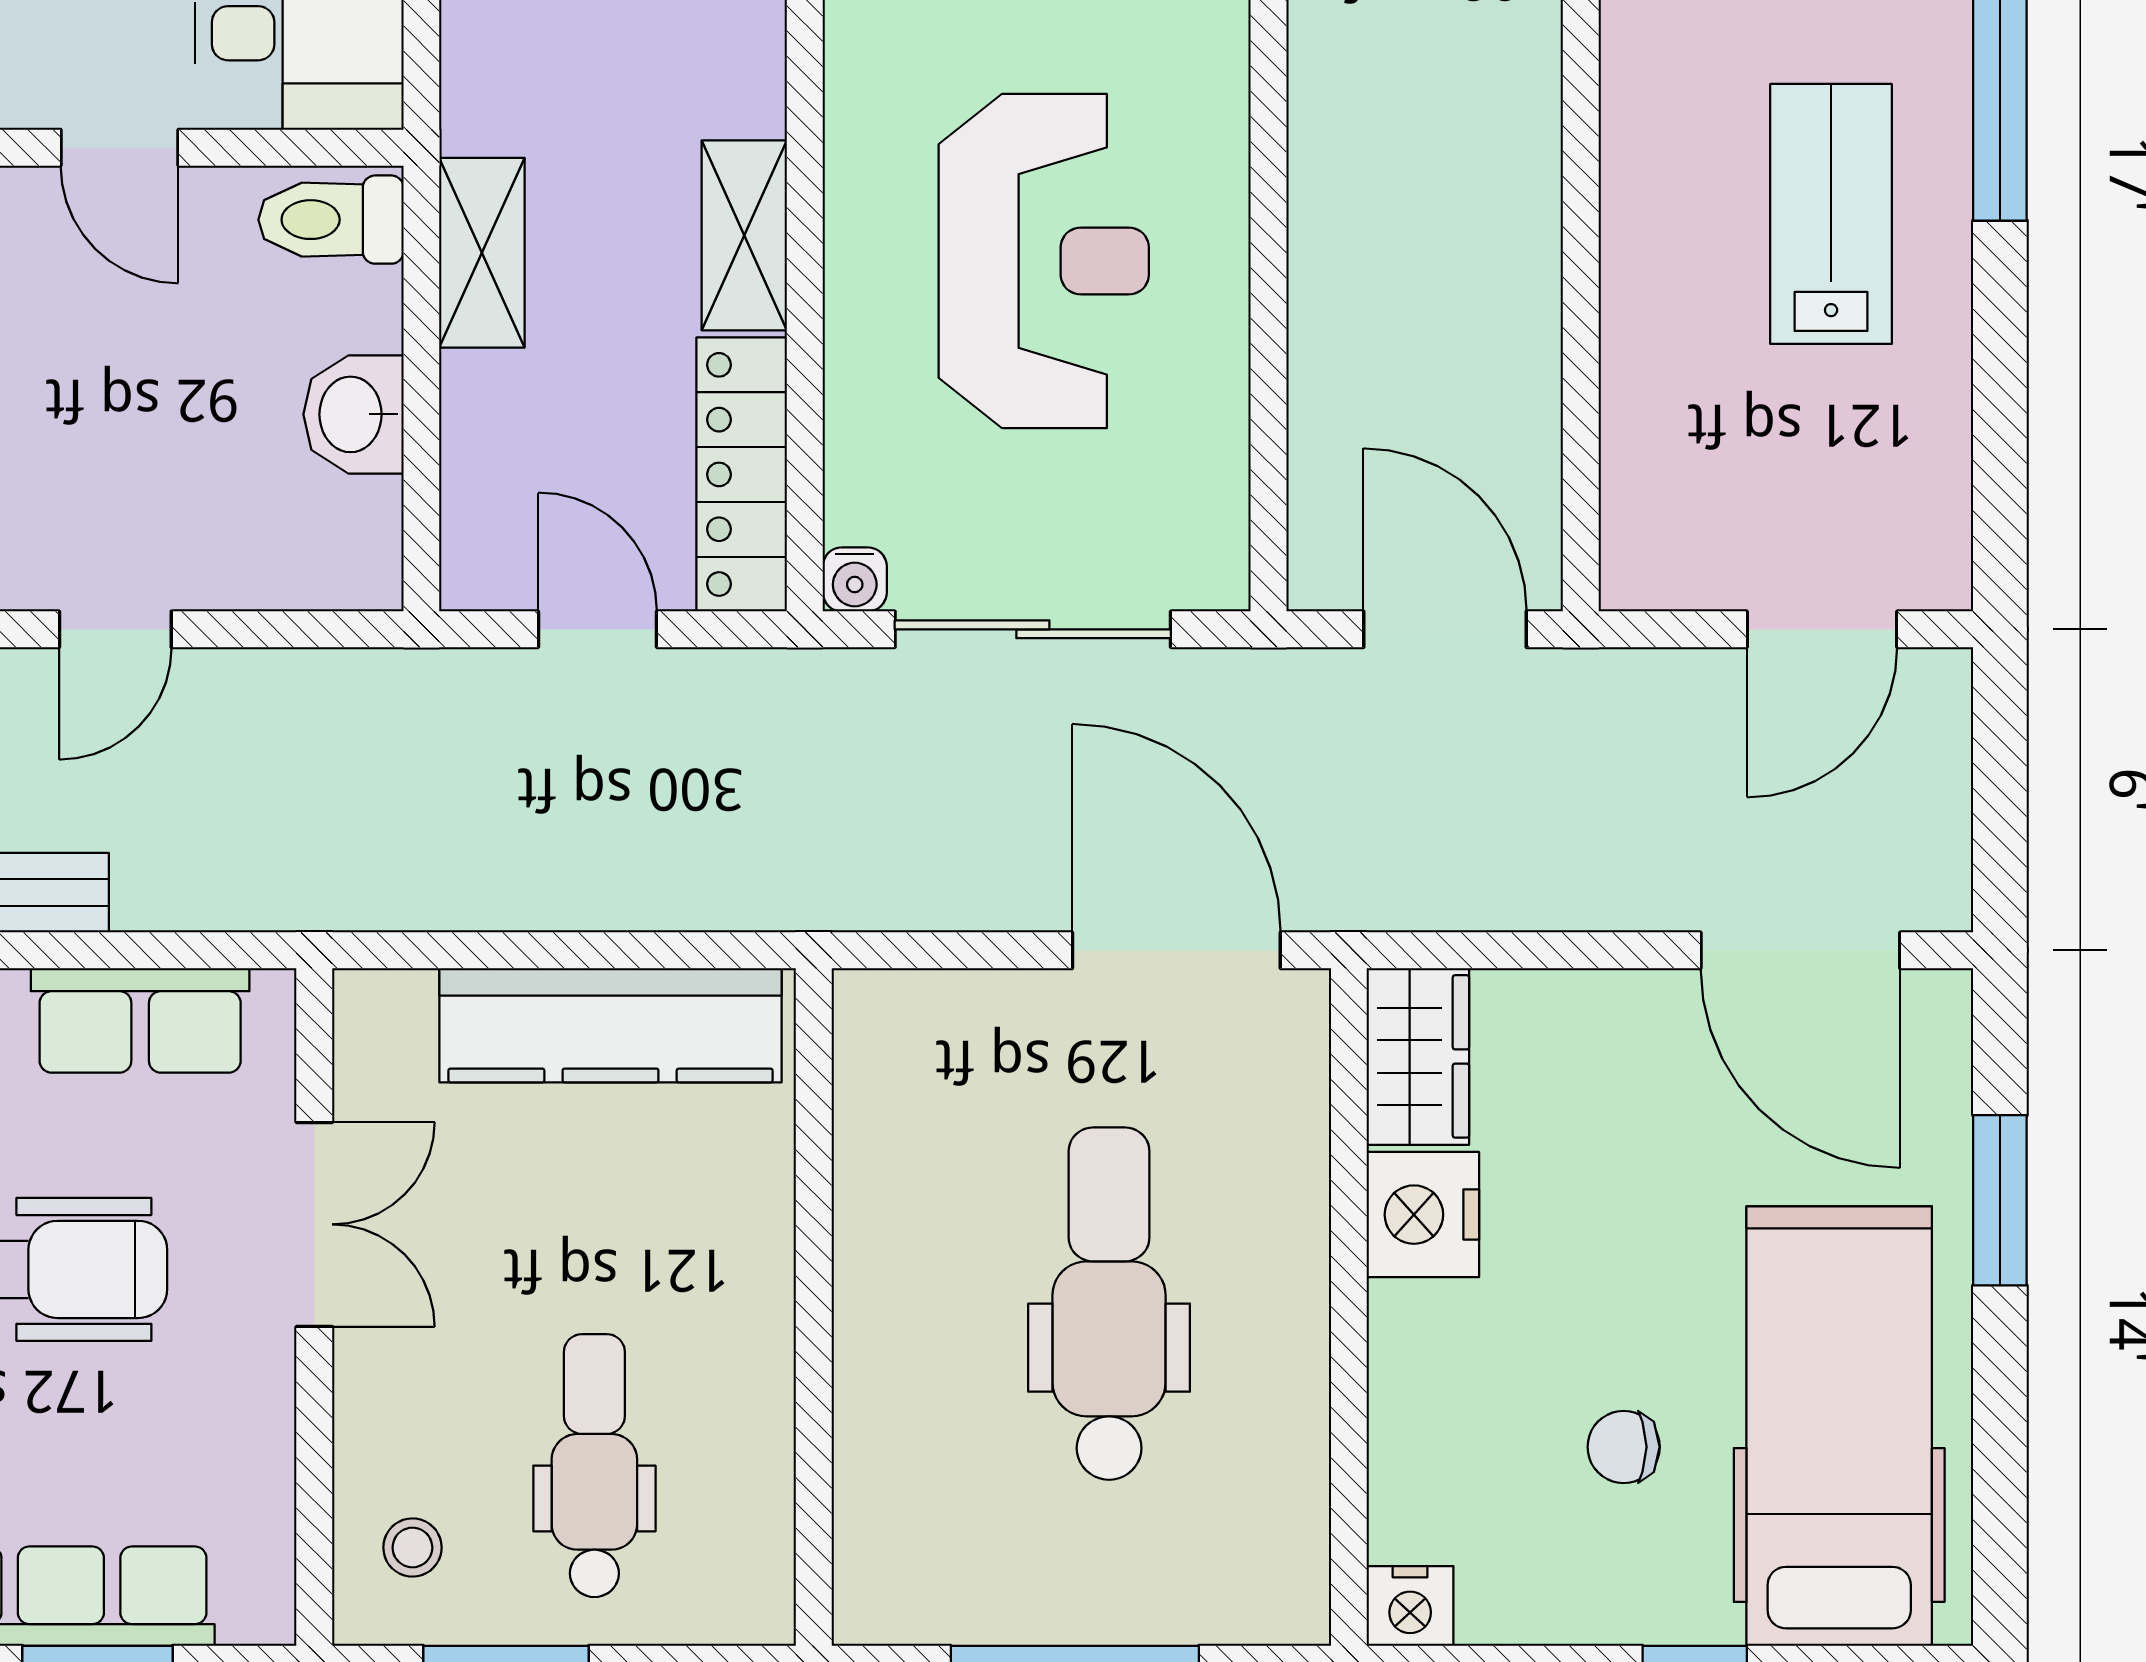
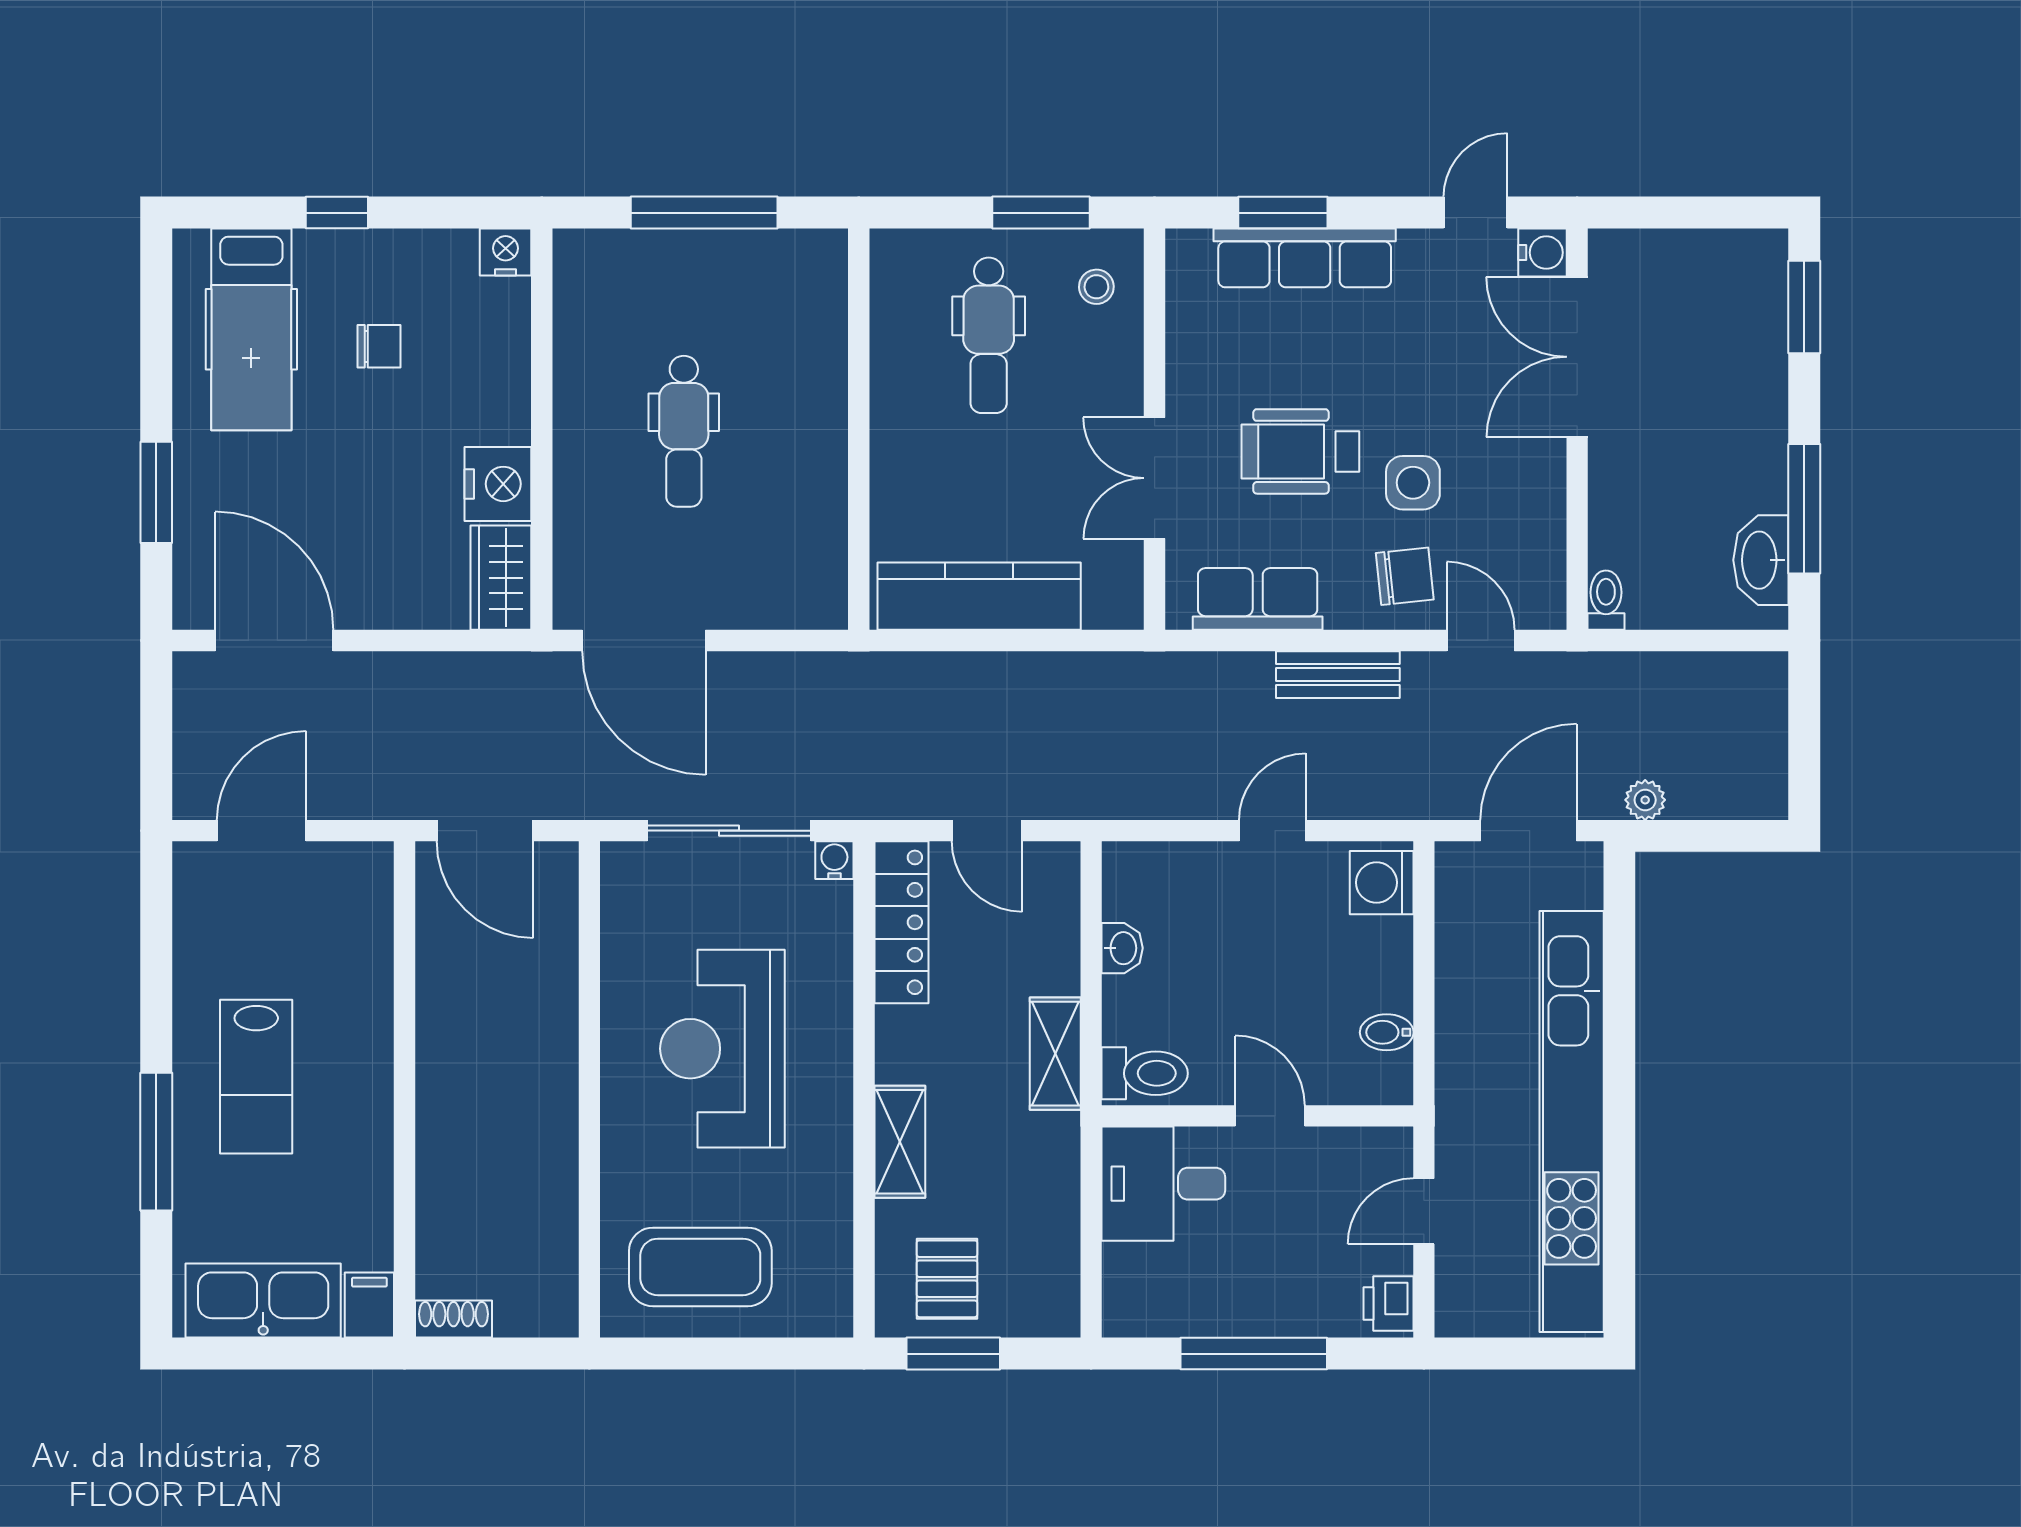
shelving: (744, 235) -> (900, 1142), moved
washbasin: (353, 414) -> (1122, 948), width x0.72, depth x0.69
dental chair: (1109, 1304) -> (684, 431), width x0.73, depth x0.72
hospital bed: (1839, 1426) -> (251, 329), width x0.73, depth x0.78

